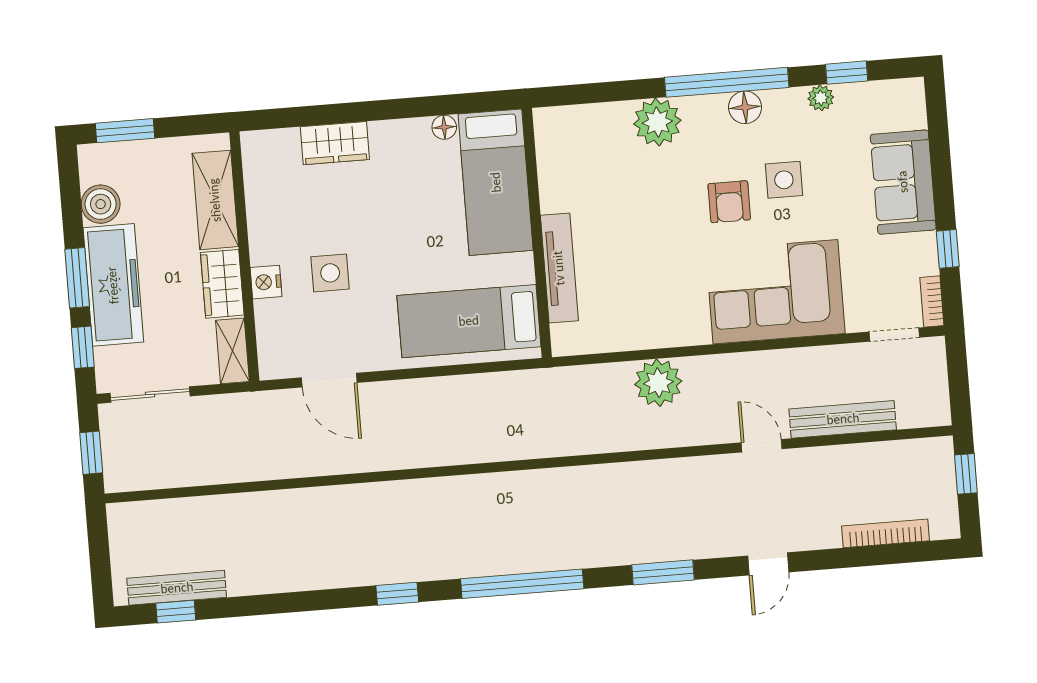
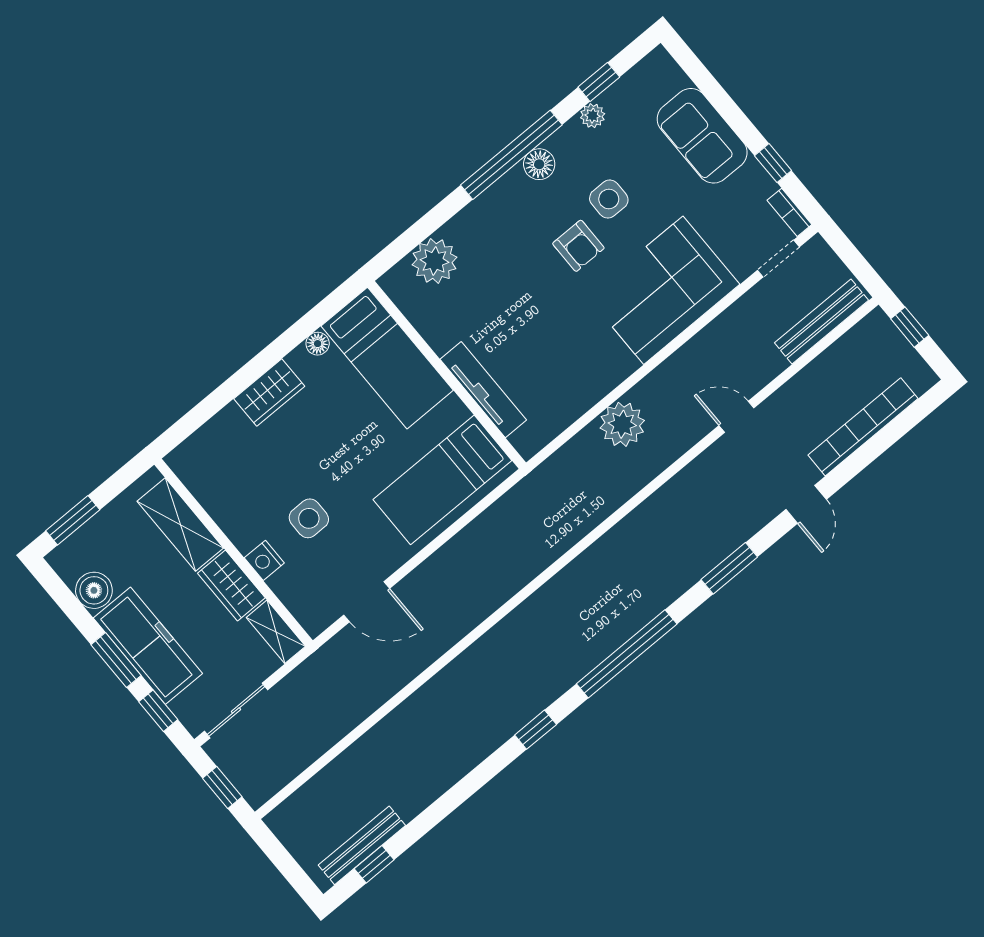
plant: (657, 122) -> (434, 261), moved
wardrobe: (335, 143) -> (269, 392), moved
bench: (843, 419) -> (821, 322), moved
bookcase: (886, 533) -> (863, 427), width x1.48, depth x1.31

